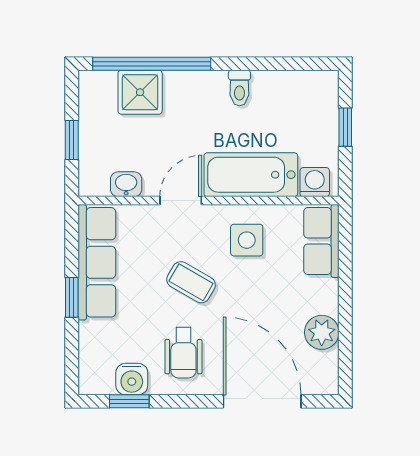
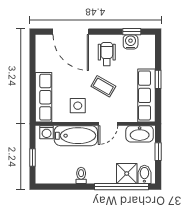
bidet: (101, 90) -> (144, 174), added
washbasin: (126, 184) -> (140, 134), width x1.91, depth x1.45
row of seats: (321, 241) -> (43, 97), width x1.48
plant: (322, 332) -> (43, 63), removed

